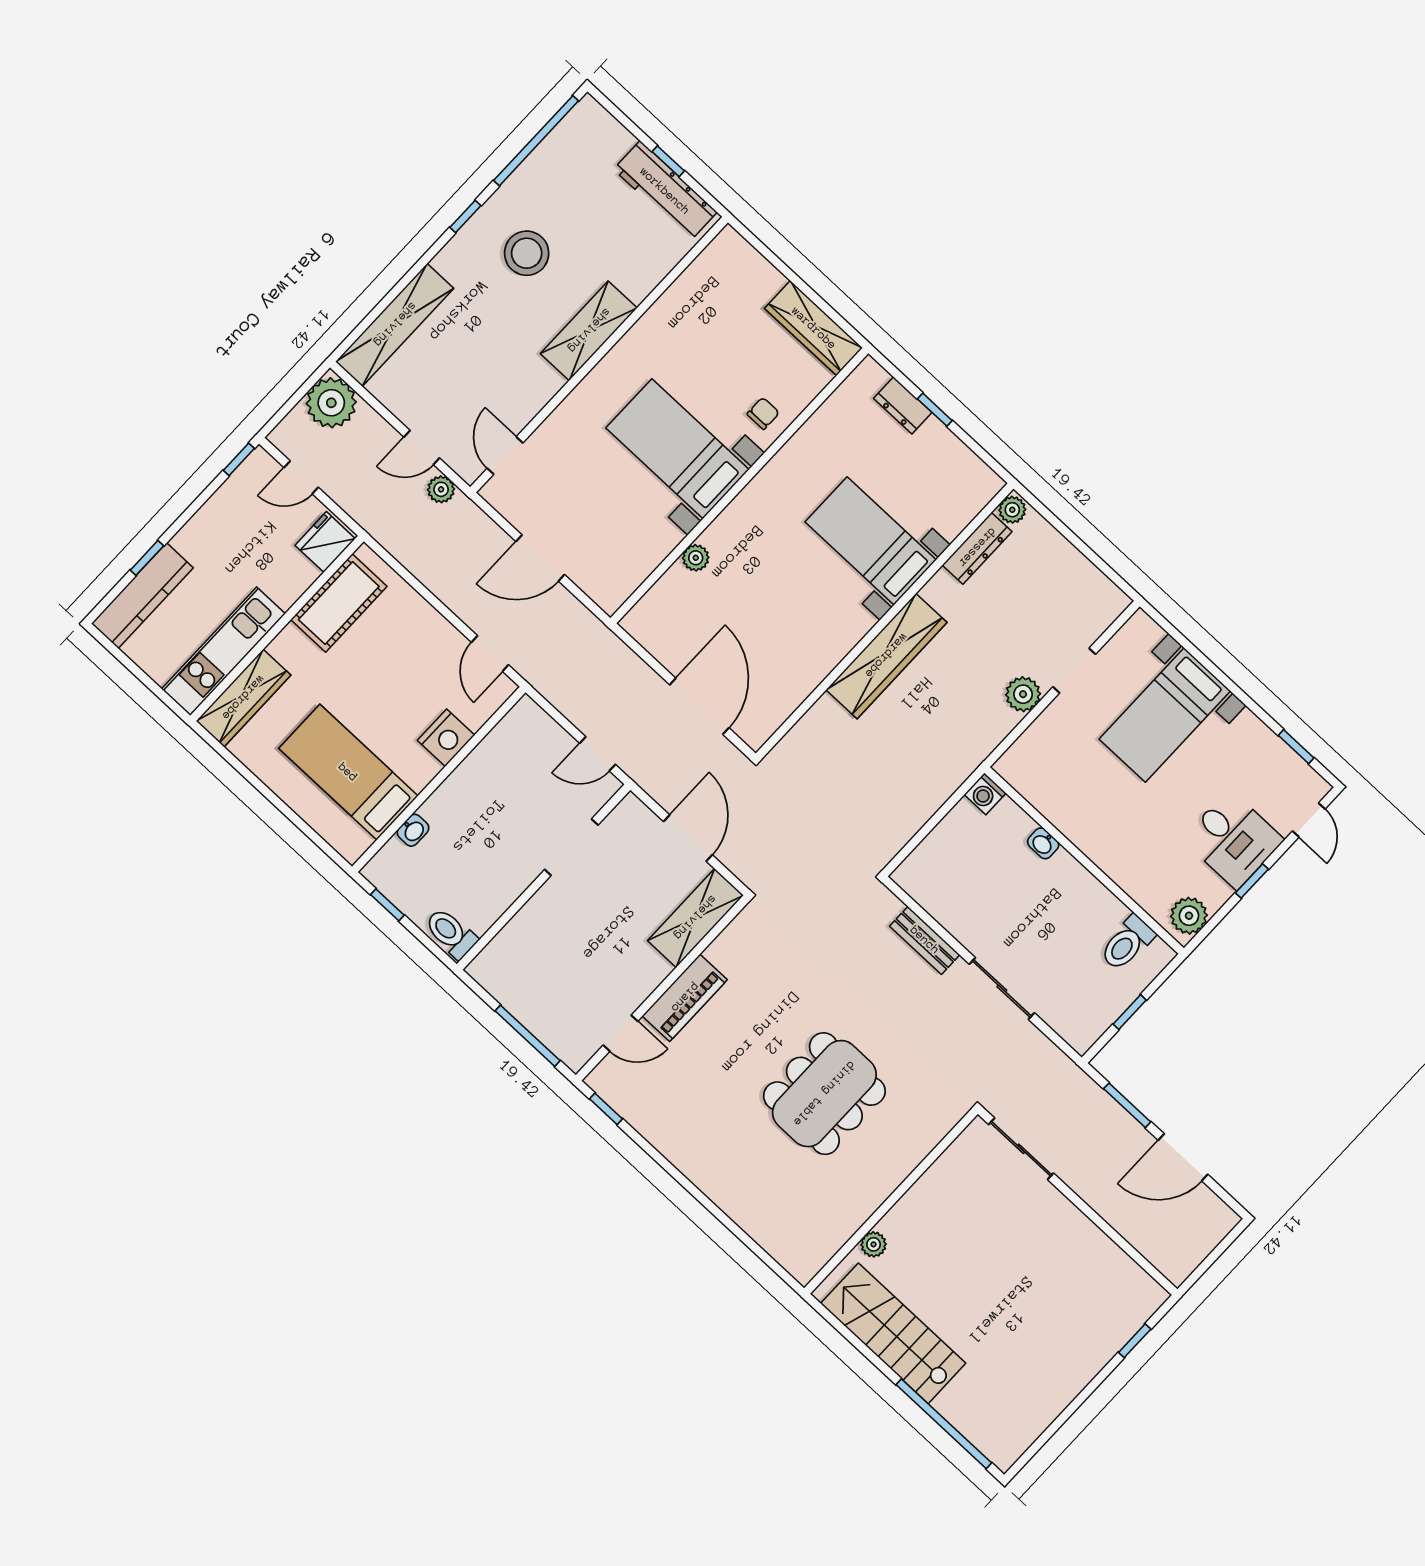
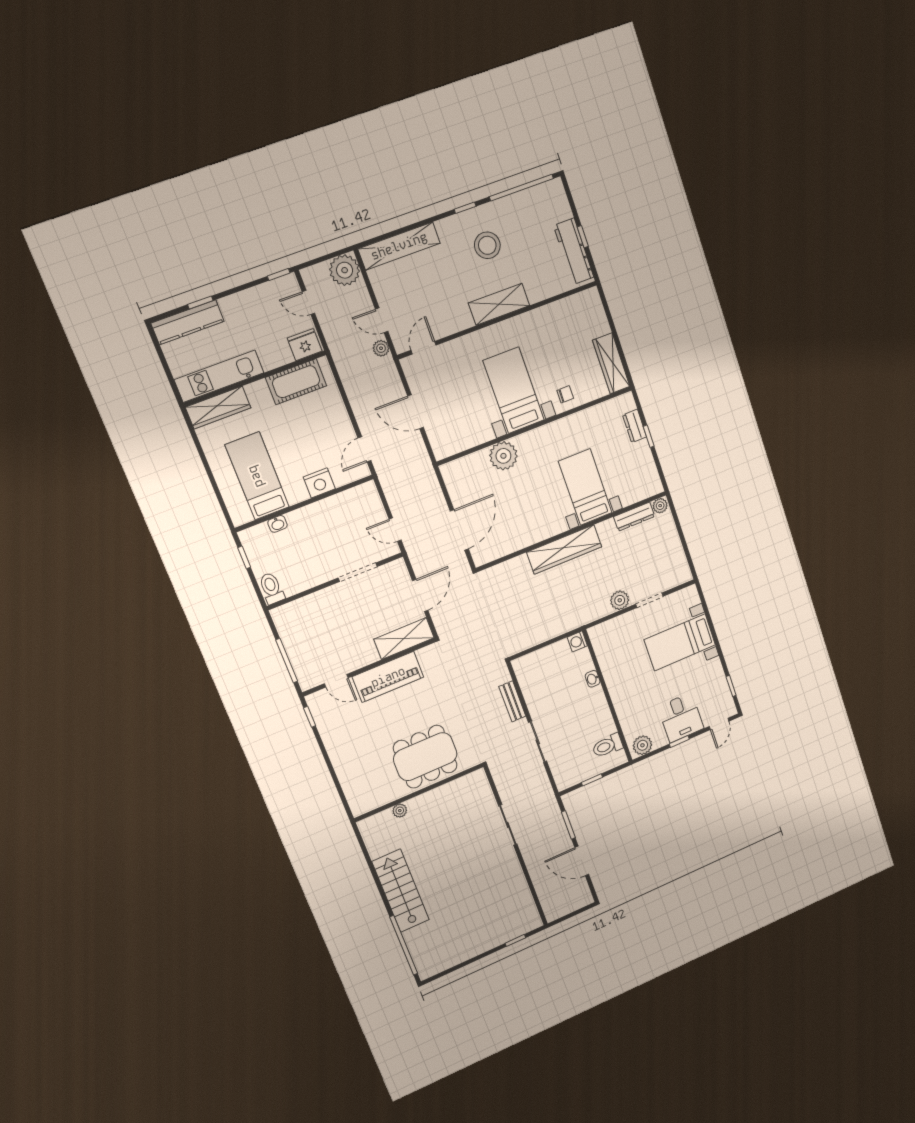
plant: (696, 558) -> (503, 456), width x1.87, depth x1.87
piano: (685, 998) -> (388, 677), width x1.37, depth x1.33
wall: (891, 1201) -> (419, 792), moved
plant: (874, 1244) -> (400, 811), moved

